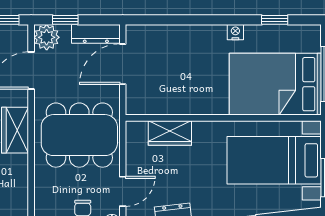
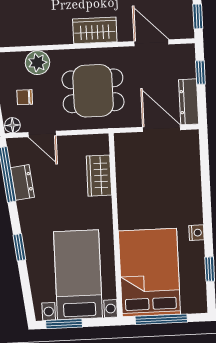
plant: (47, 37) -> (38, 63), moved
dining table: (79, 135) -> (93, 91), width x0.73

